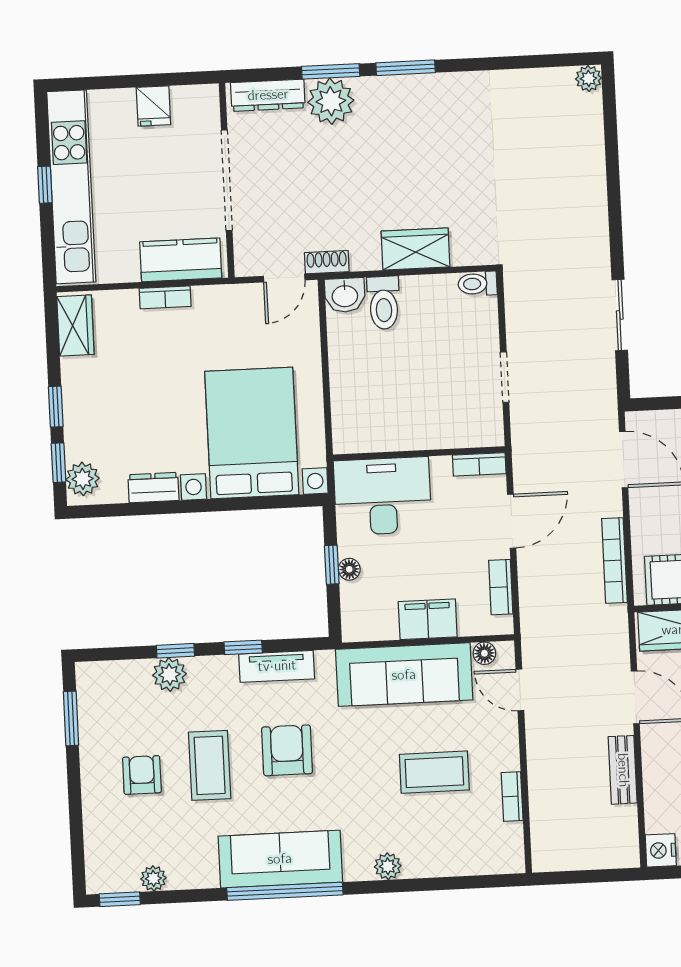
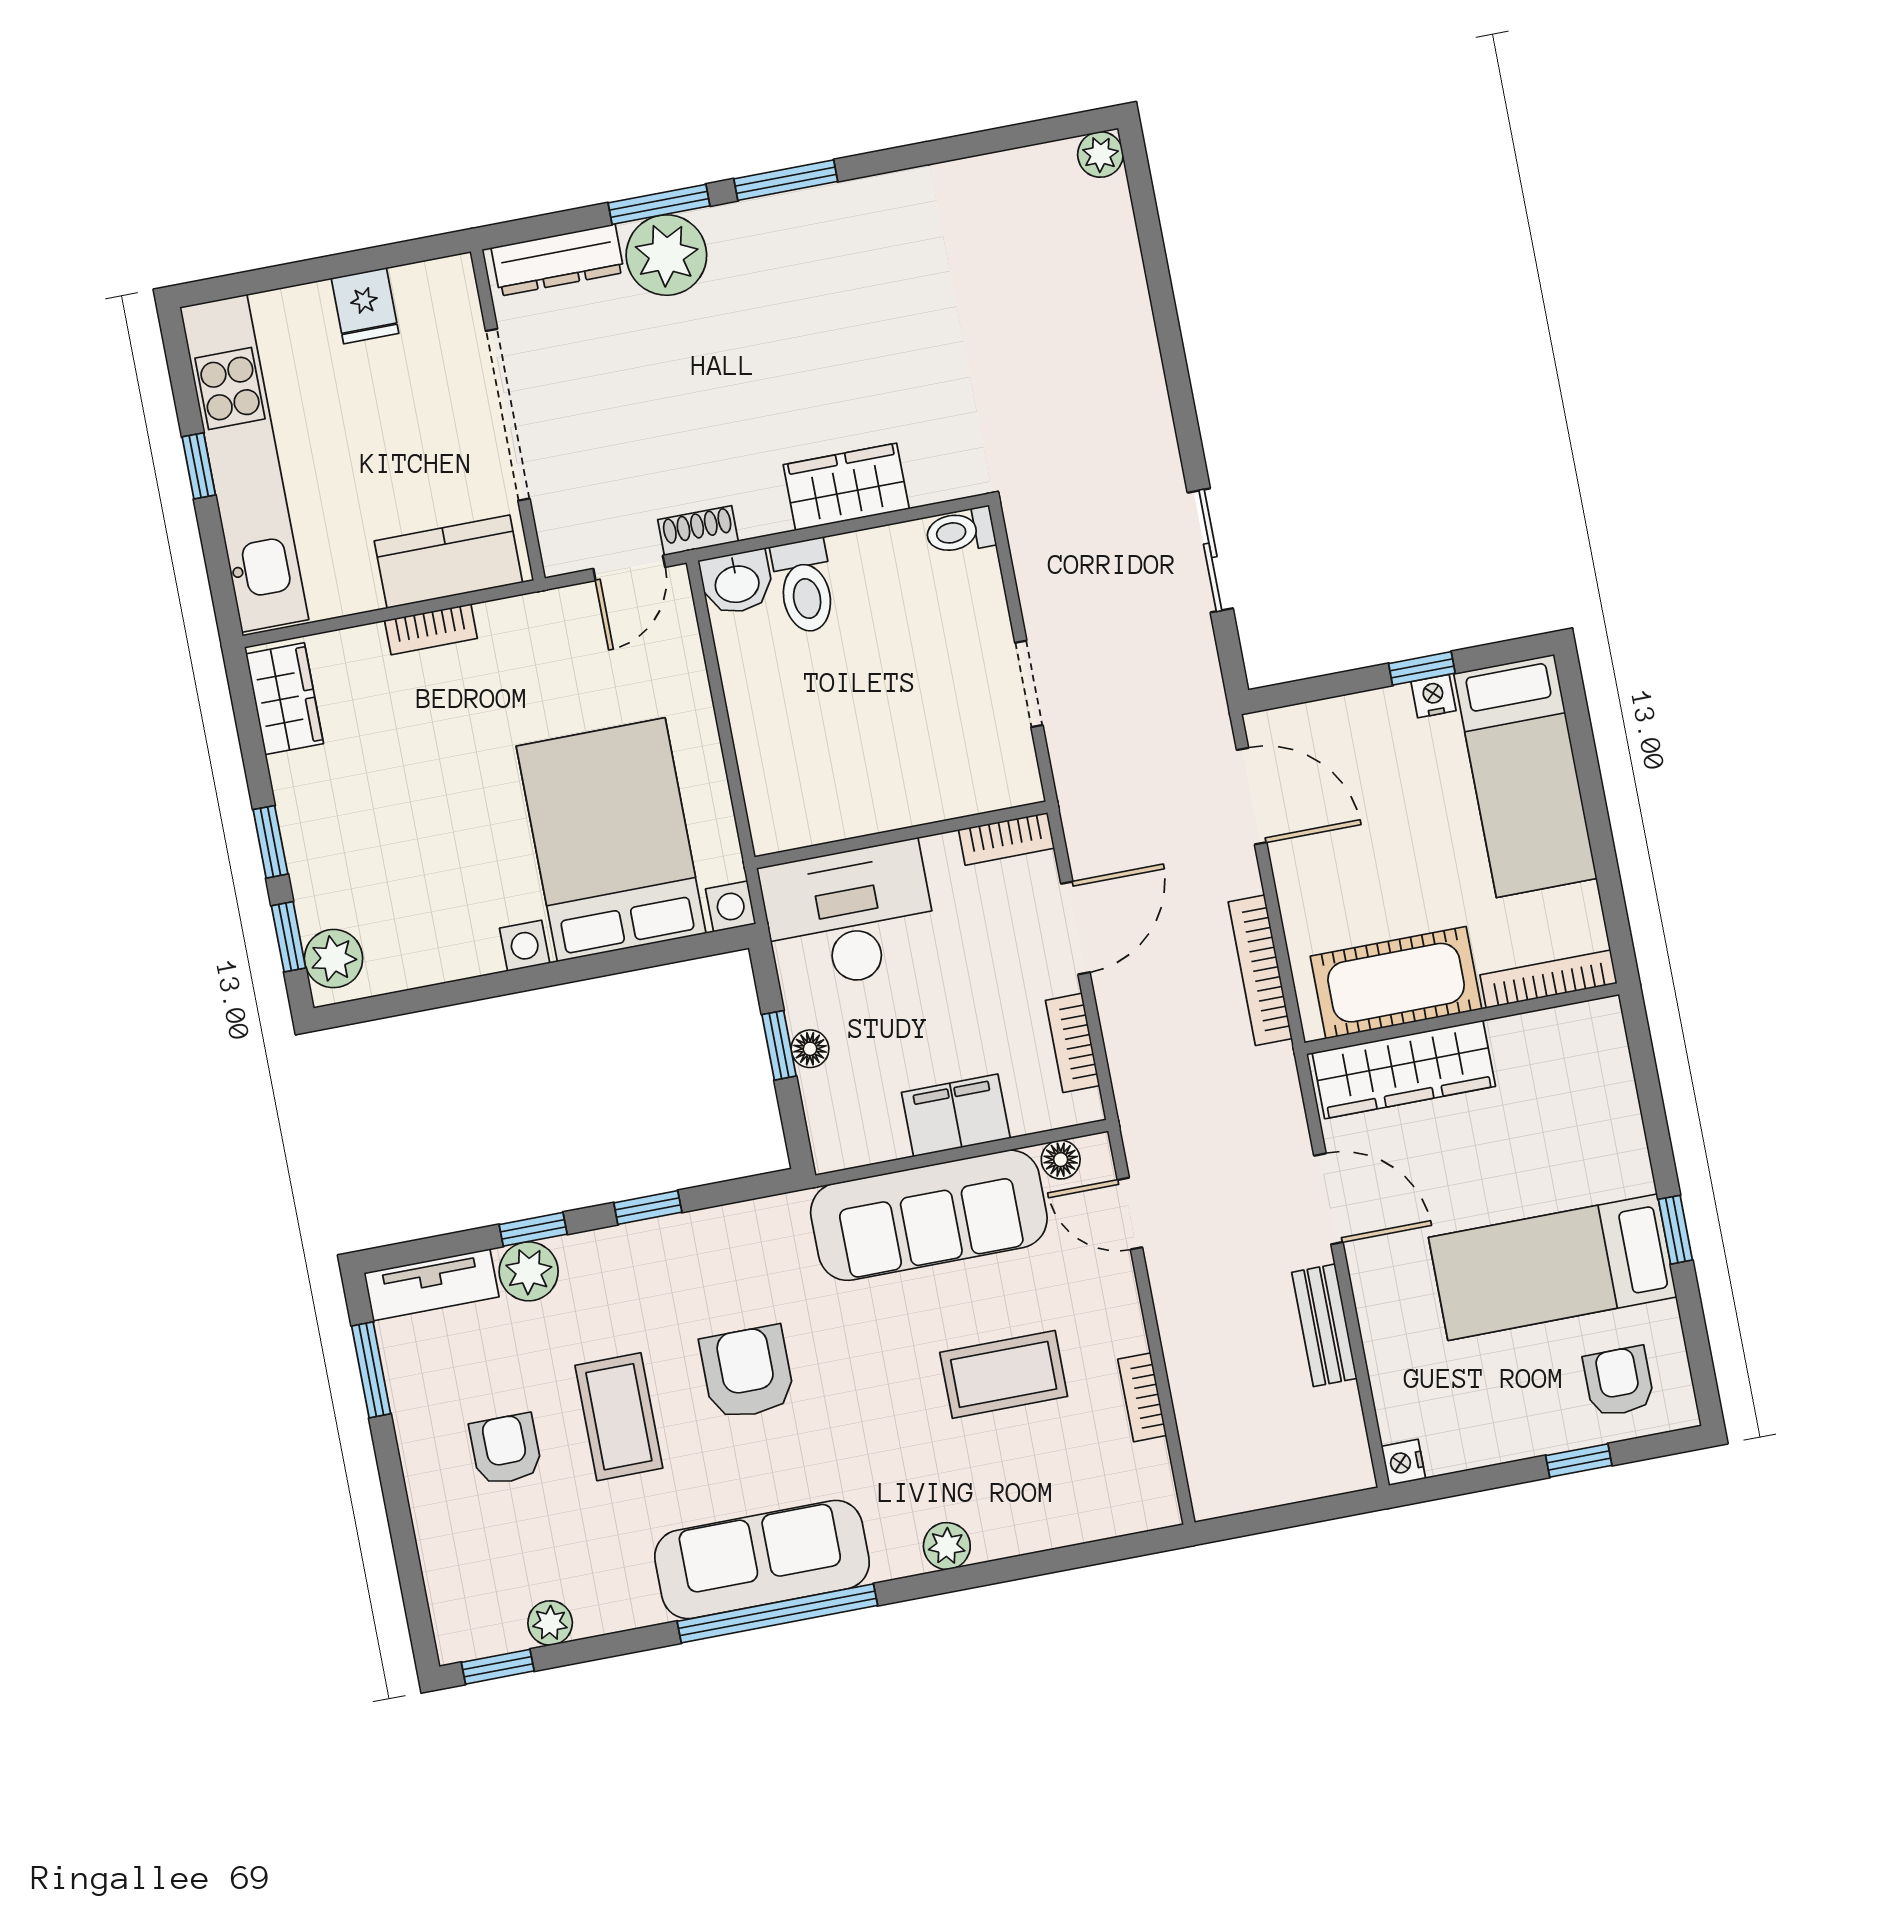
dresser: (153, 488) -> (457, 956), removed
tv unit: (277, 666) -> (431, 1285), moved
nightstand: (661, 850) -> (1403, 1462), width x0.72, depth x0.74

